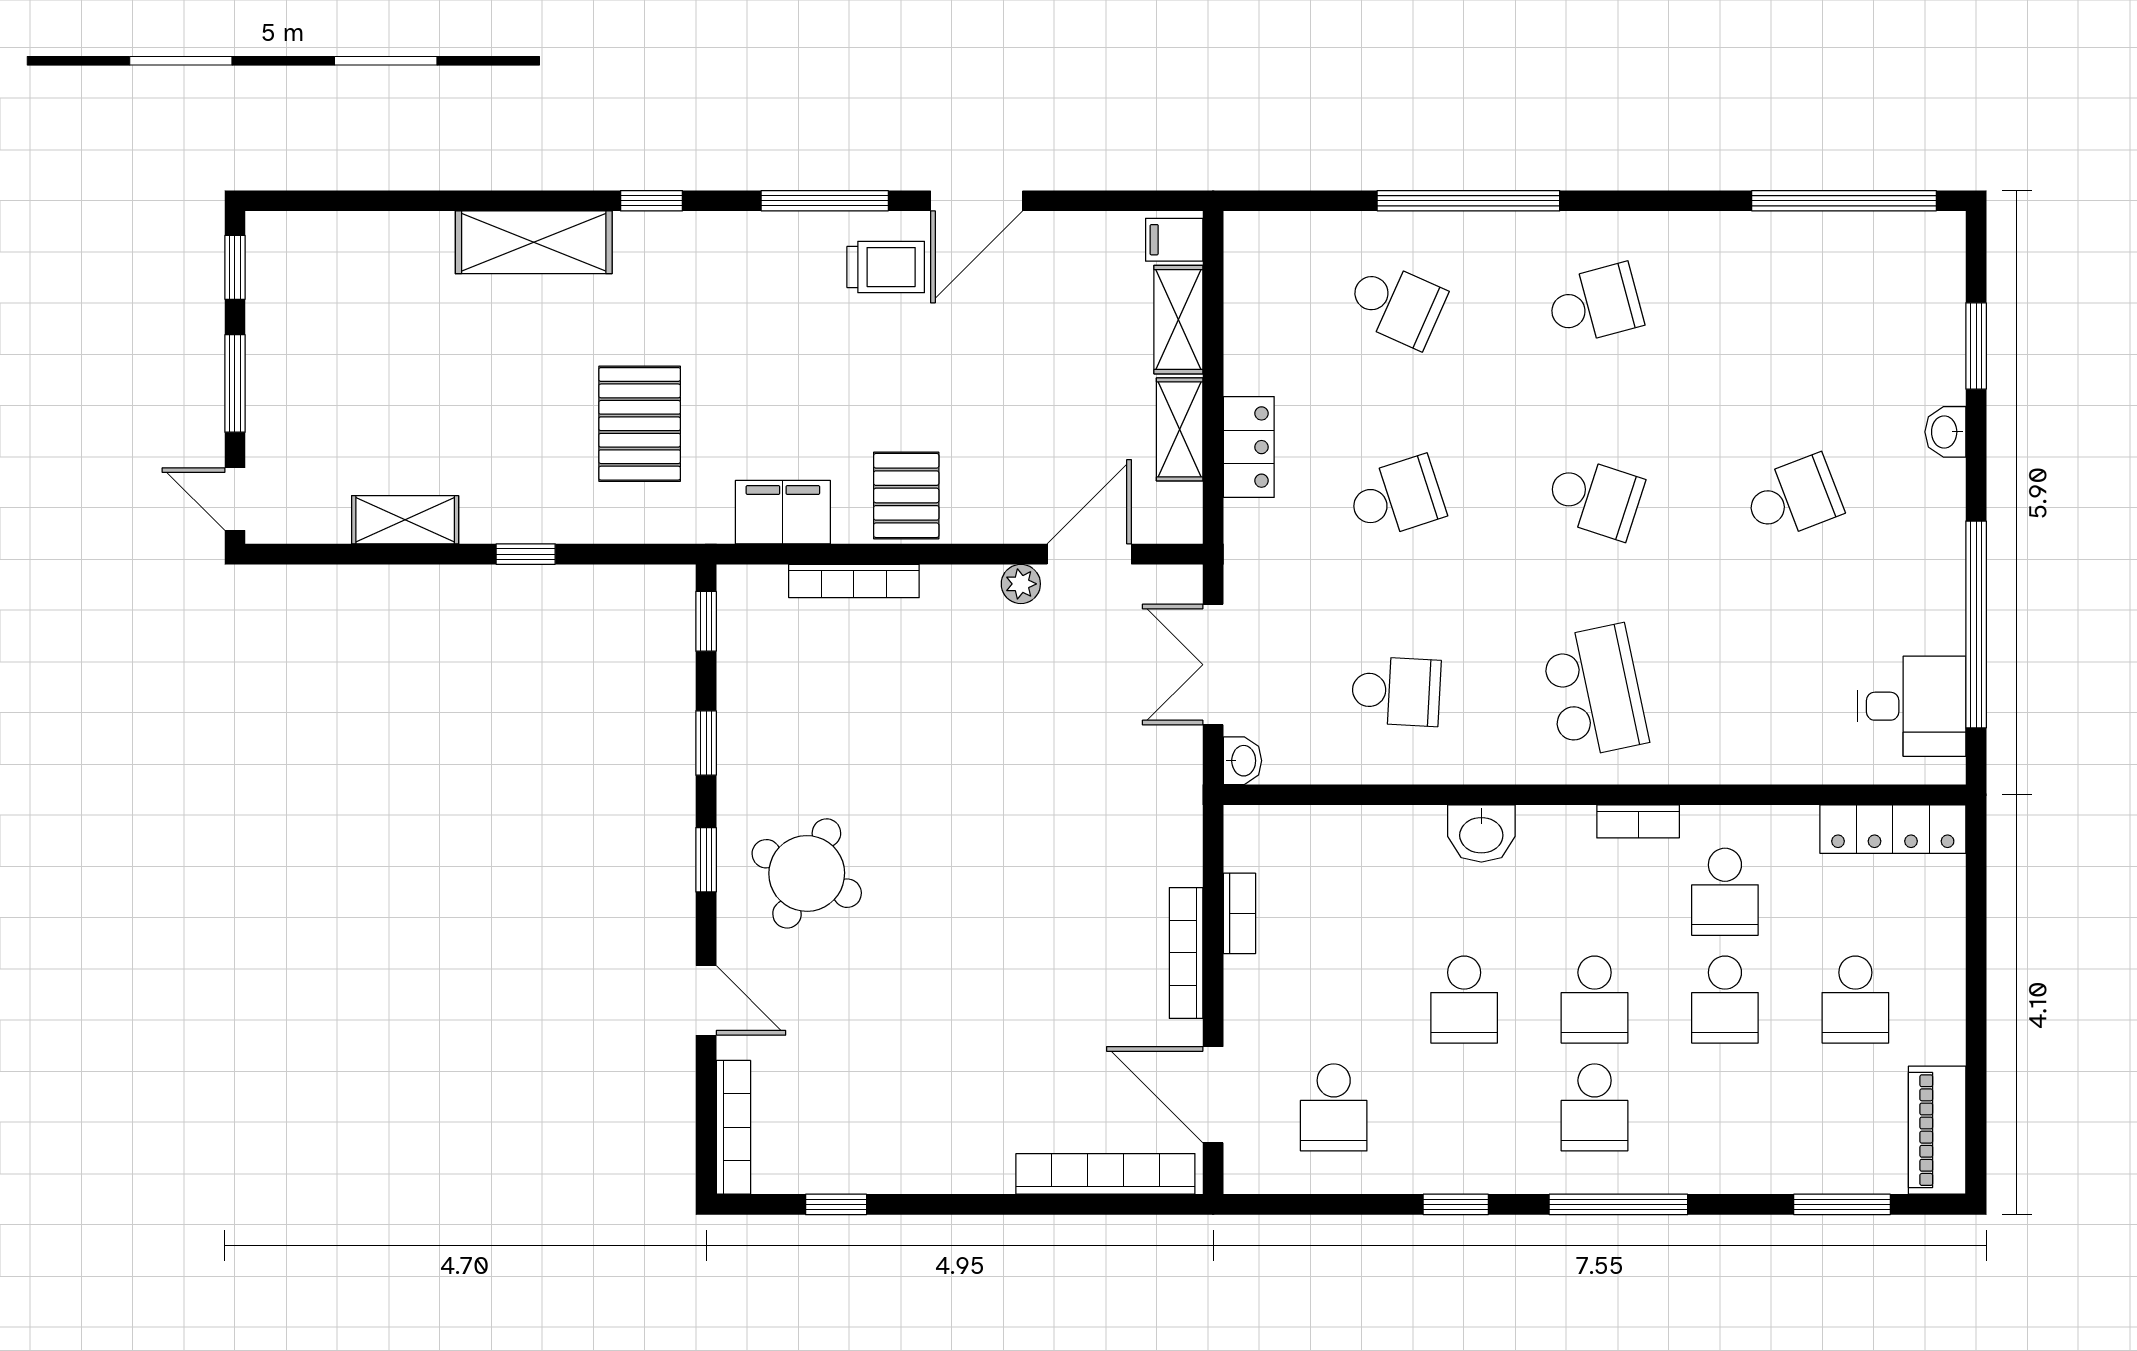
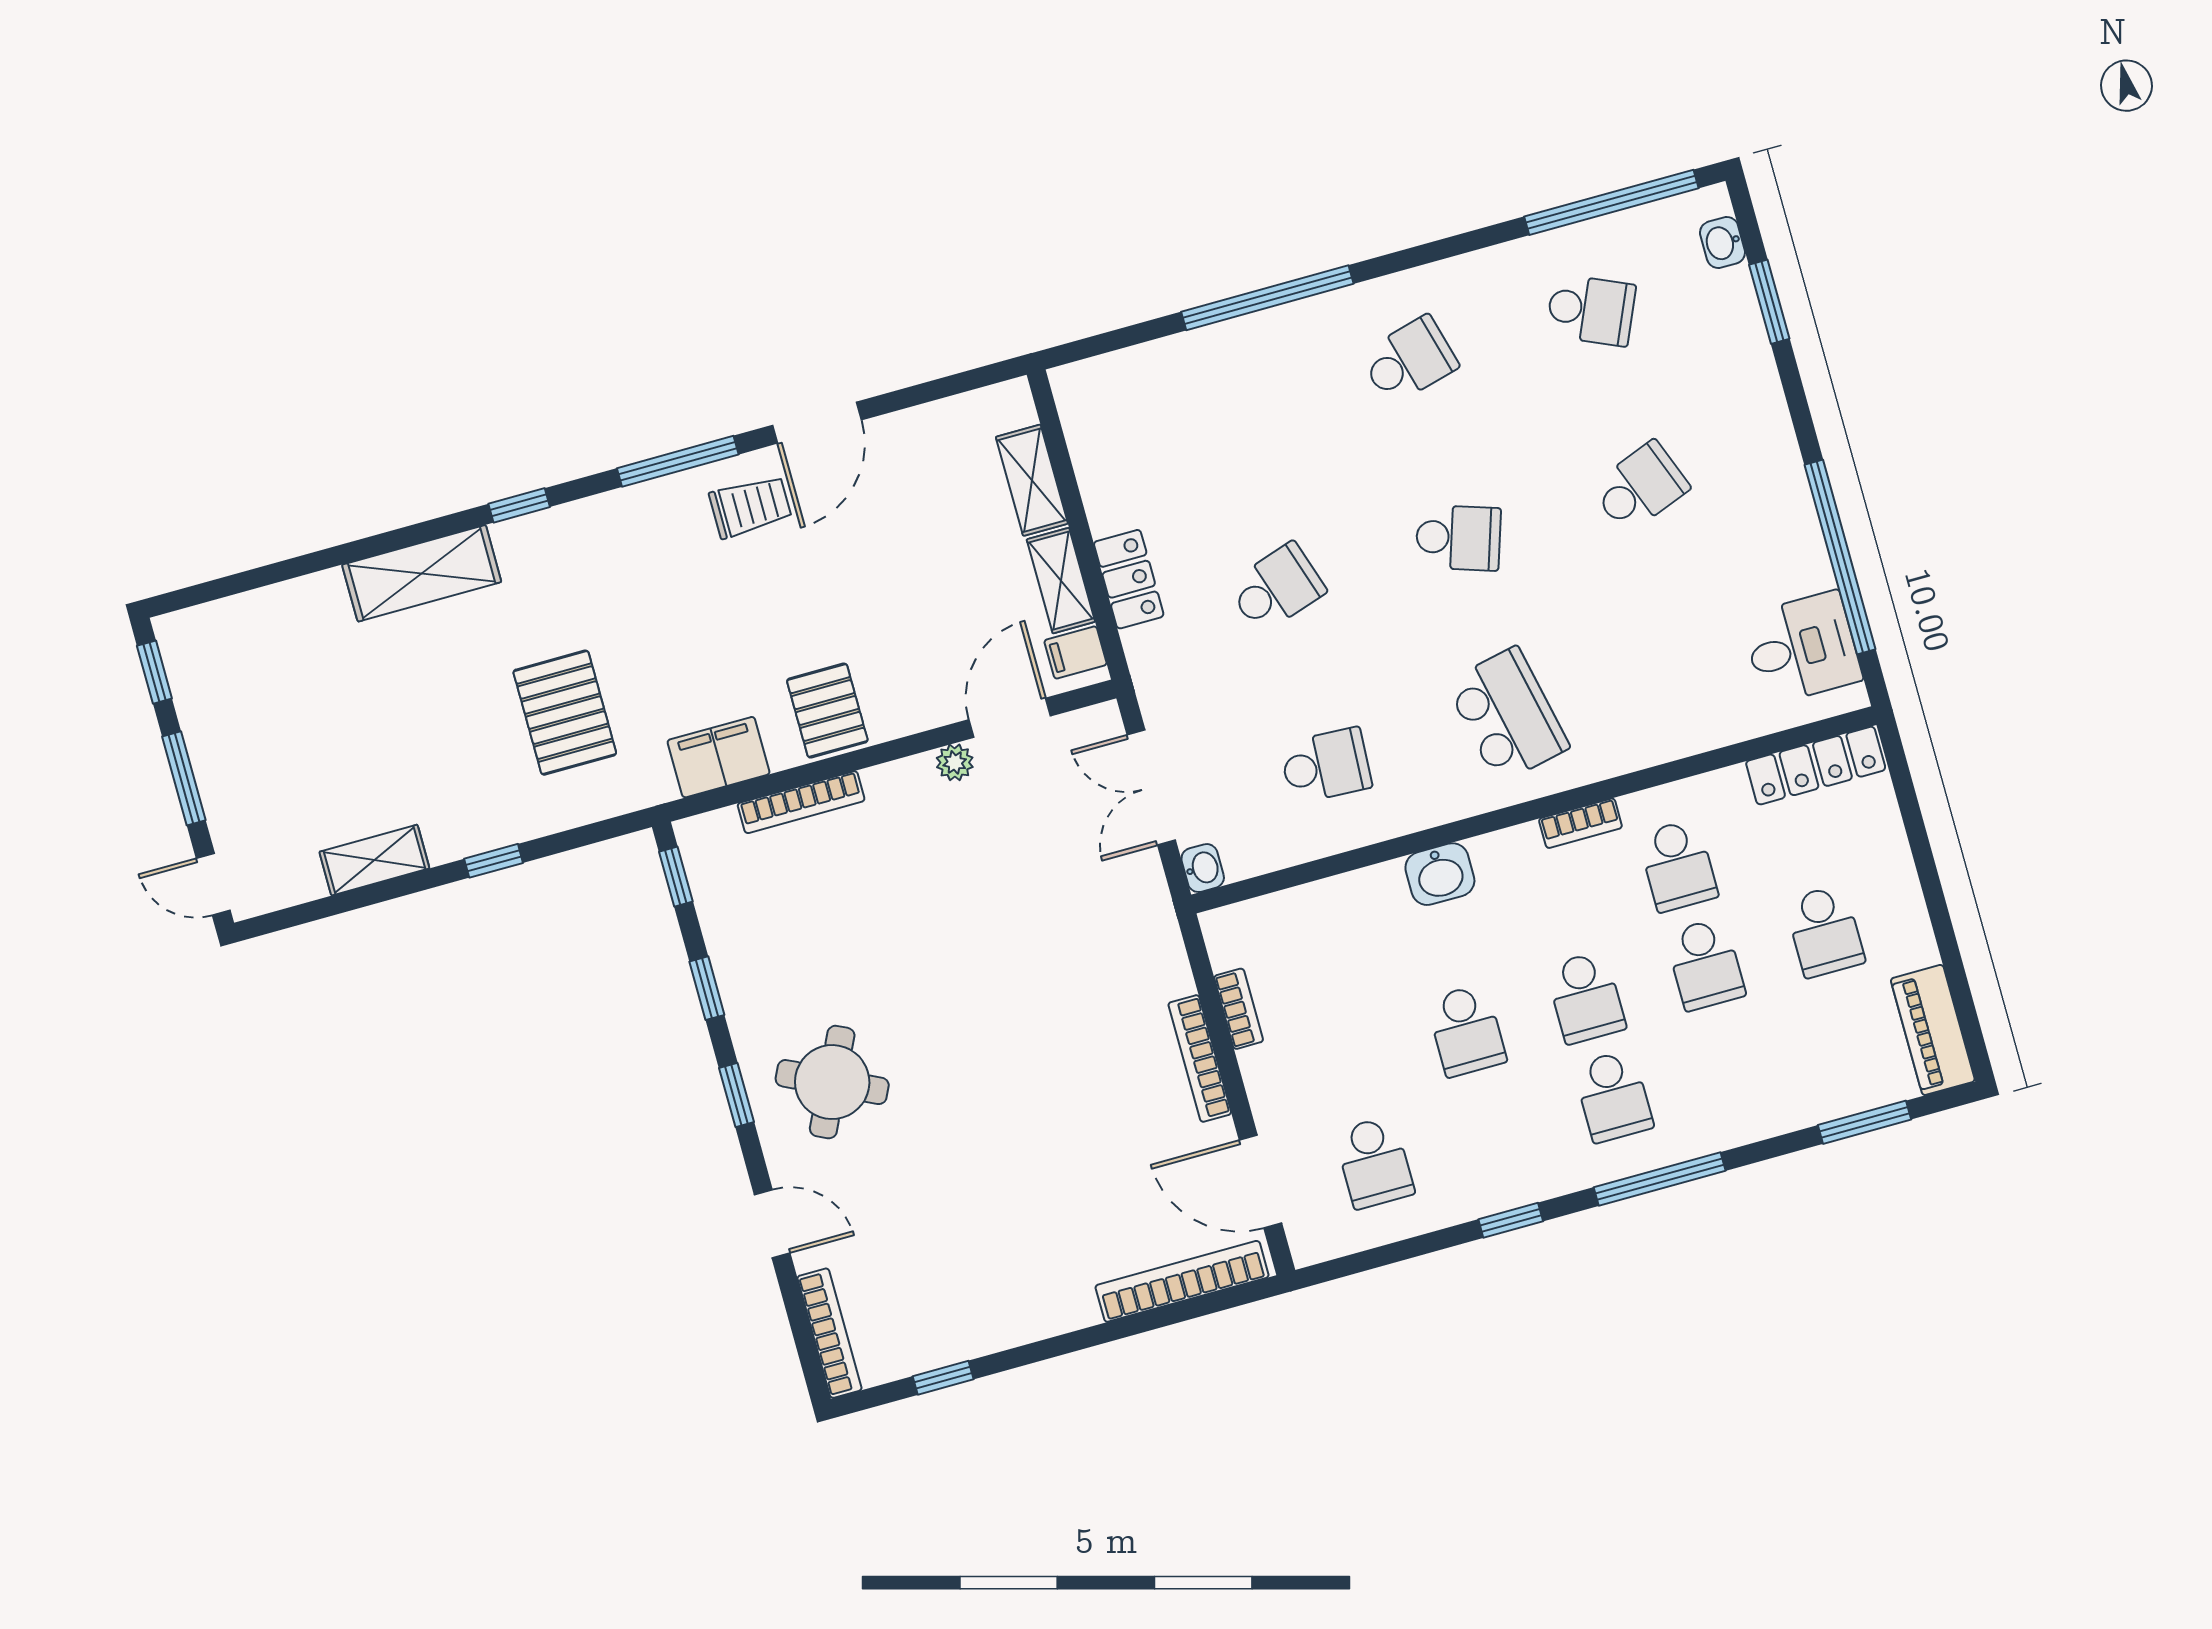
filing cabinet: (1174, 240) -> (1075, 653), moved
school desk: (1396, 304) -> (1591, 310), moved
washbasin: (1945, 432) -> (1723, 243), moved

